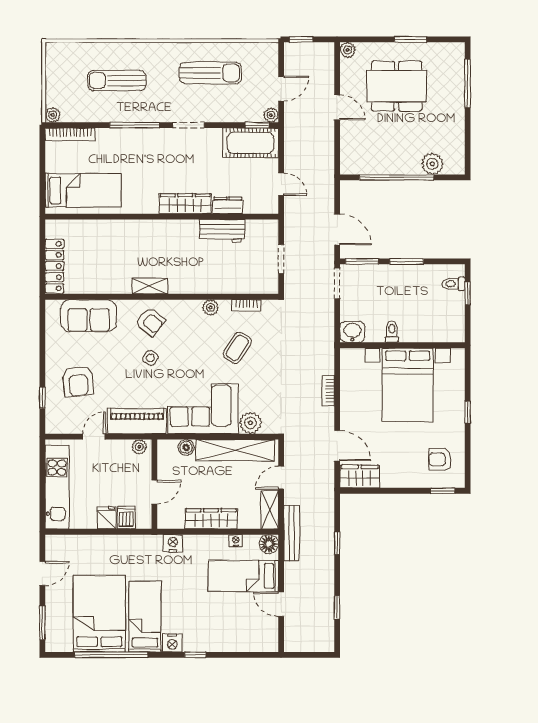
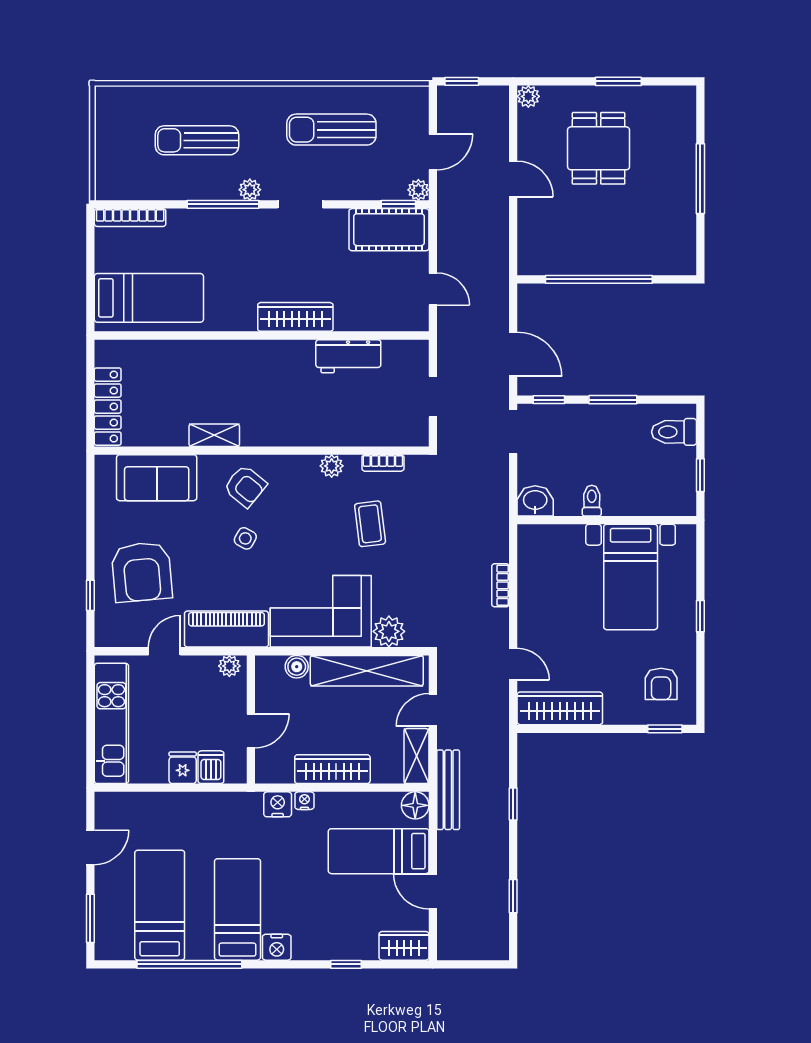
sun lounger: (210, 73) -> (331, 130), turned 180
window: (468, 83) -> (700, 179), moved
dining table: (397, 86) -> (599, 148), width x0.73
plant: (53, 115) -> (250, 190), moved
plant: (432, 164) -> (650, 260), removed
dresser: (228, 205) -> (356, 319), removed
window: (362, 261) -> (549, 400), width x0.67
toilet: (454, 284) -> (674, 432), width x1.37, depth x1.39
shelving: (150, 286) -> (214, 435), moved
window: (468, 293) -> (700, 475), moved
coffee table: (237, 348) -> (370, 524), turned -40
armchair: (78, 381) -> (142, 572), width x1.36, depth x1.36
bed with nightstands: (408, 385) -> (631, 577), width x0.73
door: (337, 446) -> (513, 664), width x0.73
armchair: (440, 459) -> (661, 684), turned -90
wardrobe: (360, 476) -> (560, 708), width x1.50
nightstand: (236, 541) -> (304, 801), moved
bed: (99, 614) -> (160, 905), width x0.67
wardrobe: (261, 642) -> (404, 946), added
window: (195, 655) -> (346, 964), moved

